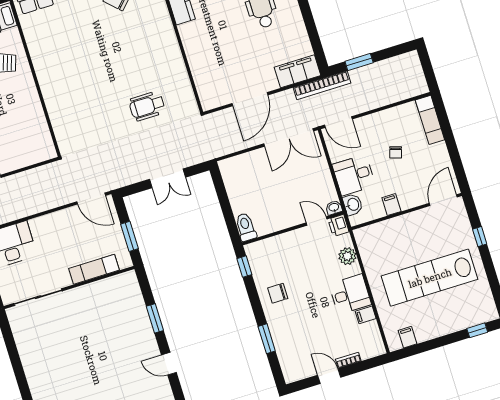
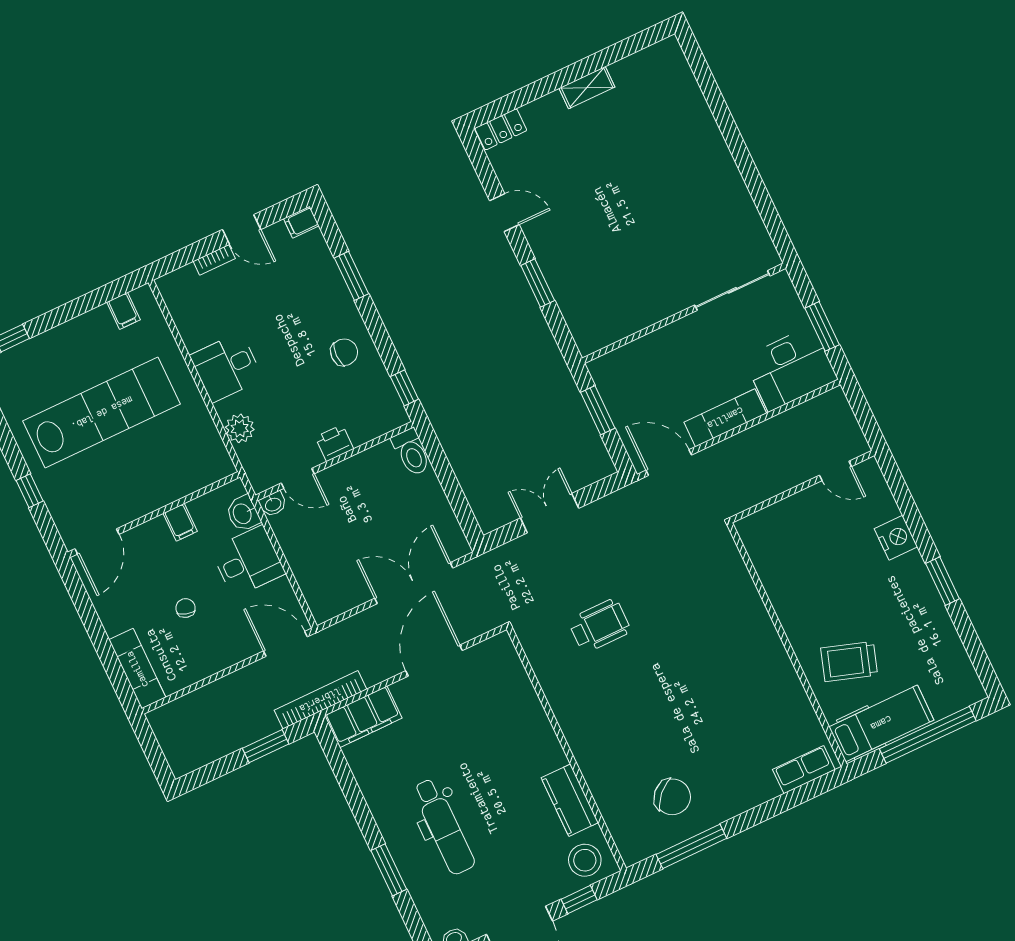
double door: (289, 137) -> (414, 583), moved
printer: (338, 225) -> (334, 443), moved, turned -90
exam couch: (94, 269) -> (725, 418), moved, turned 180
filing cabinet: (366, 315) -> (301, 222), moved, turned 180

